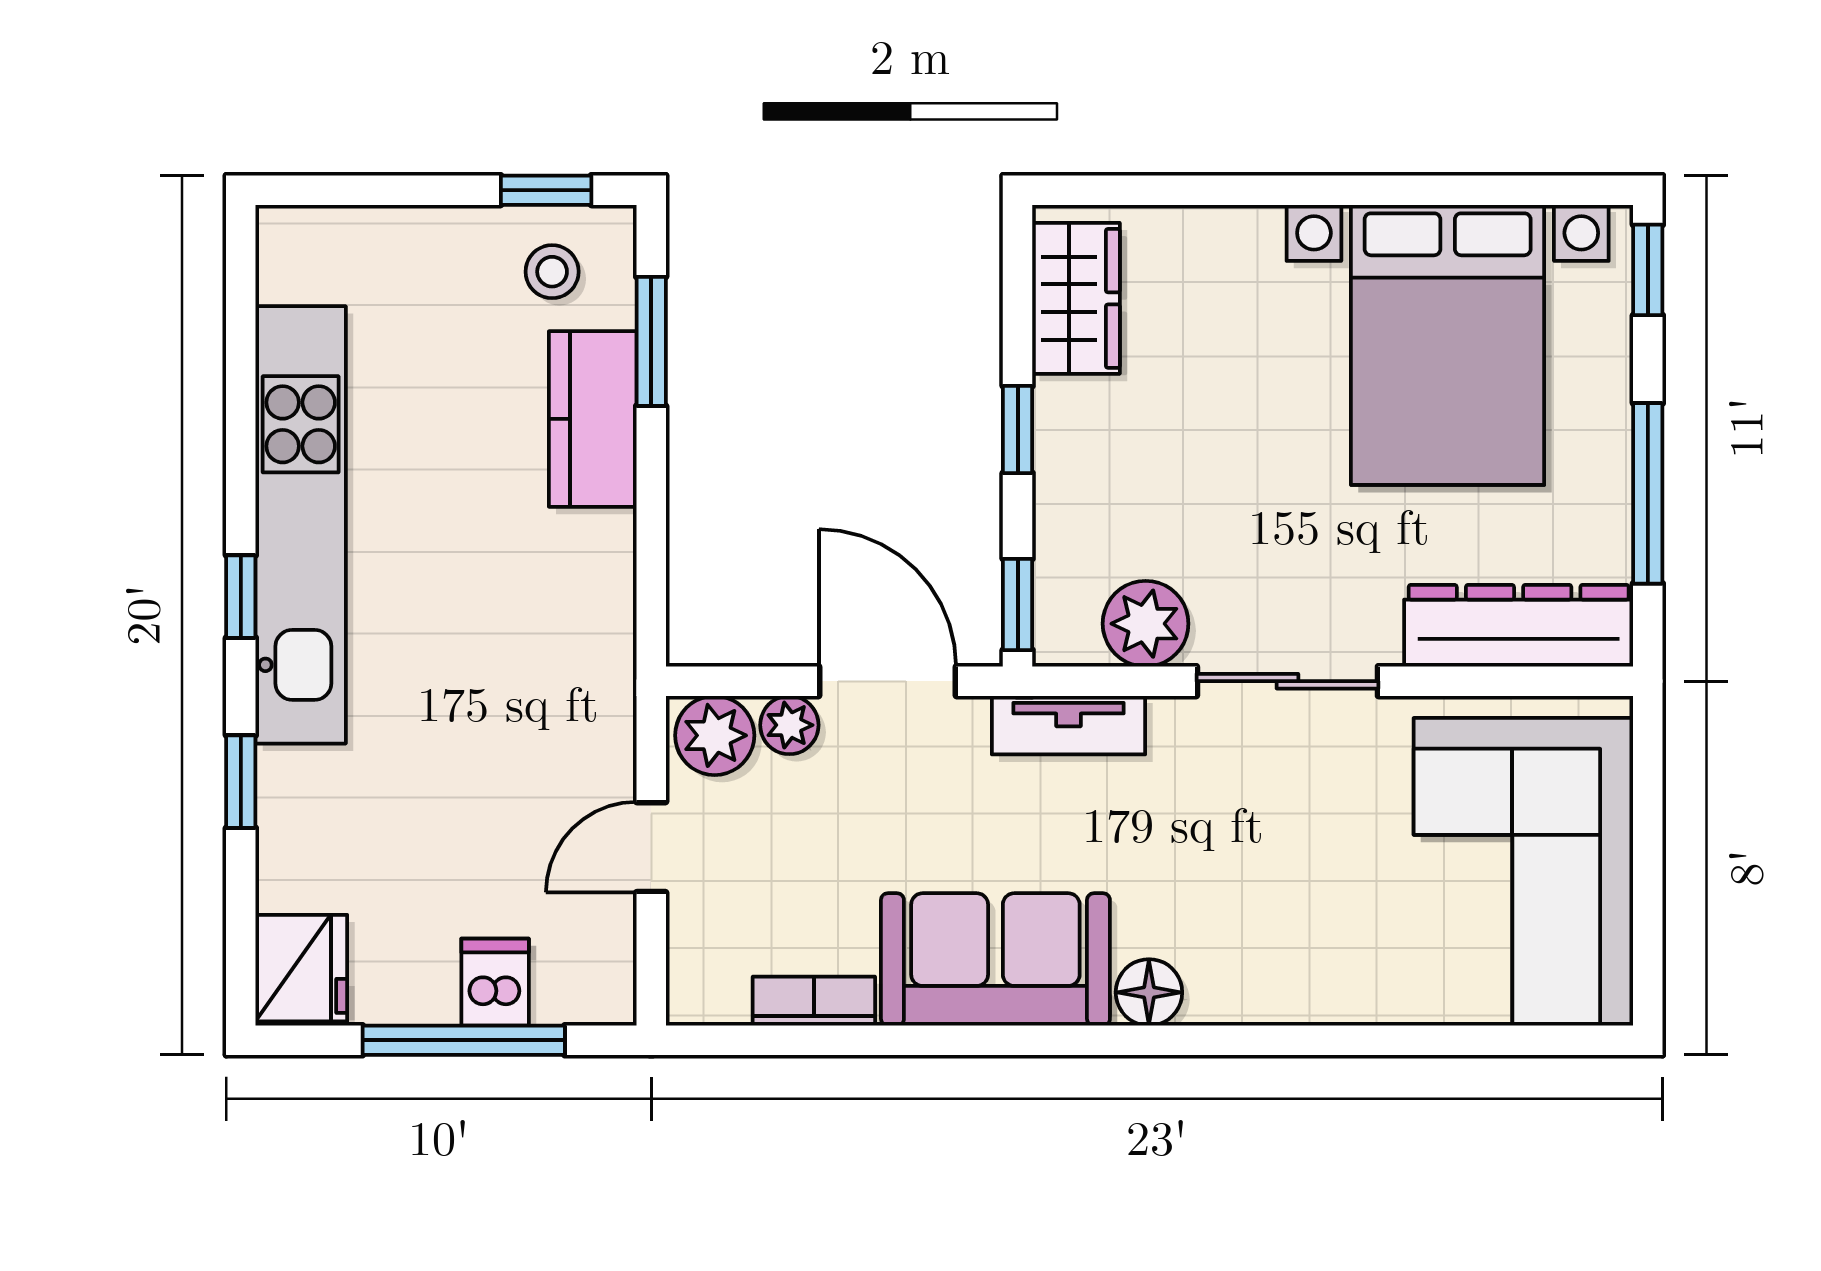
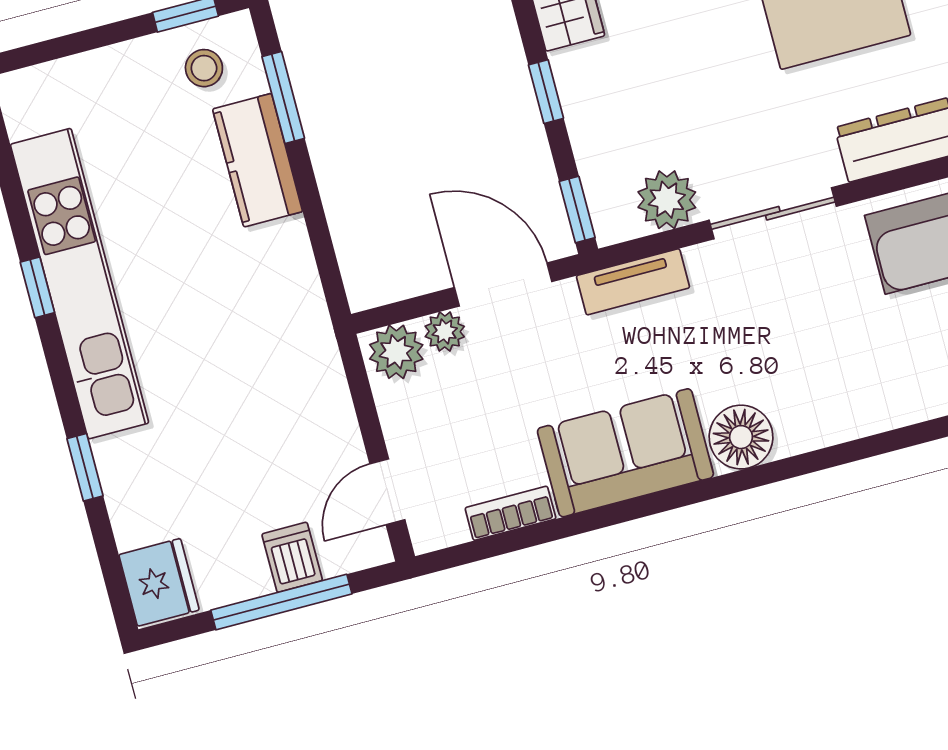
window: (241, 597) -> (37, 287), moved
door: (651, 847) -> (387, 492), moved
floor lamp: (1149, 992) -> (741, 437), width x1.38, depth x1.38

